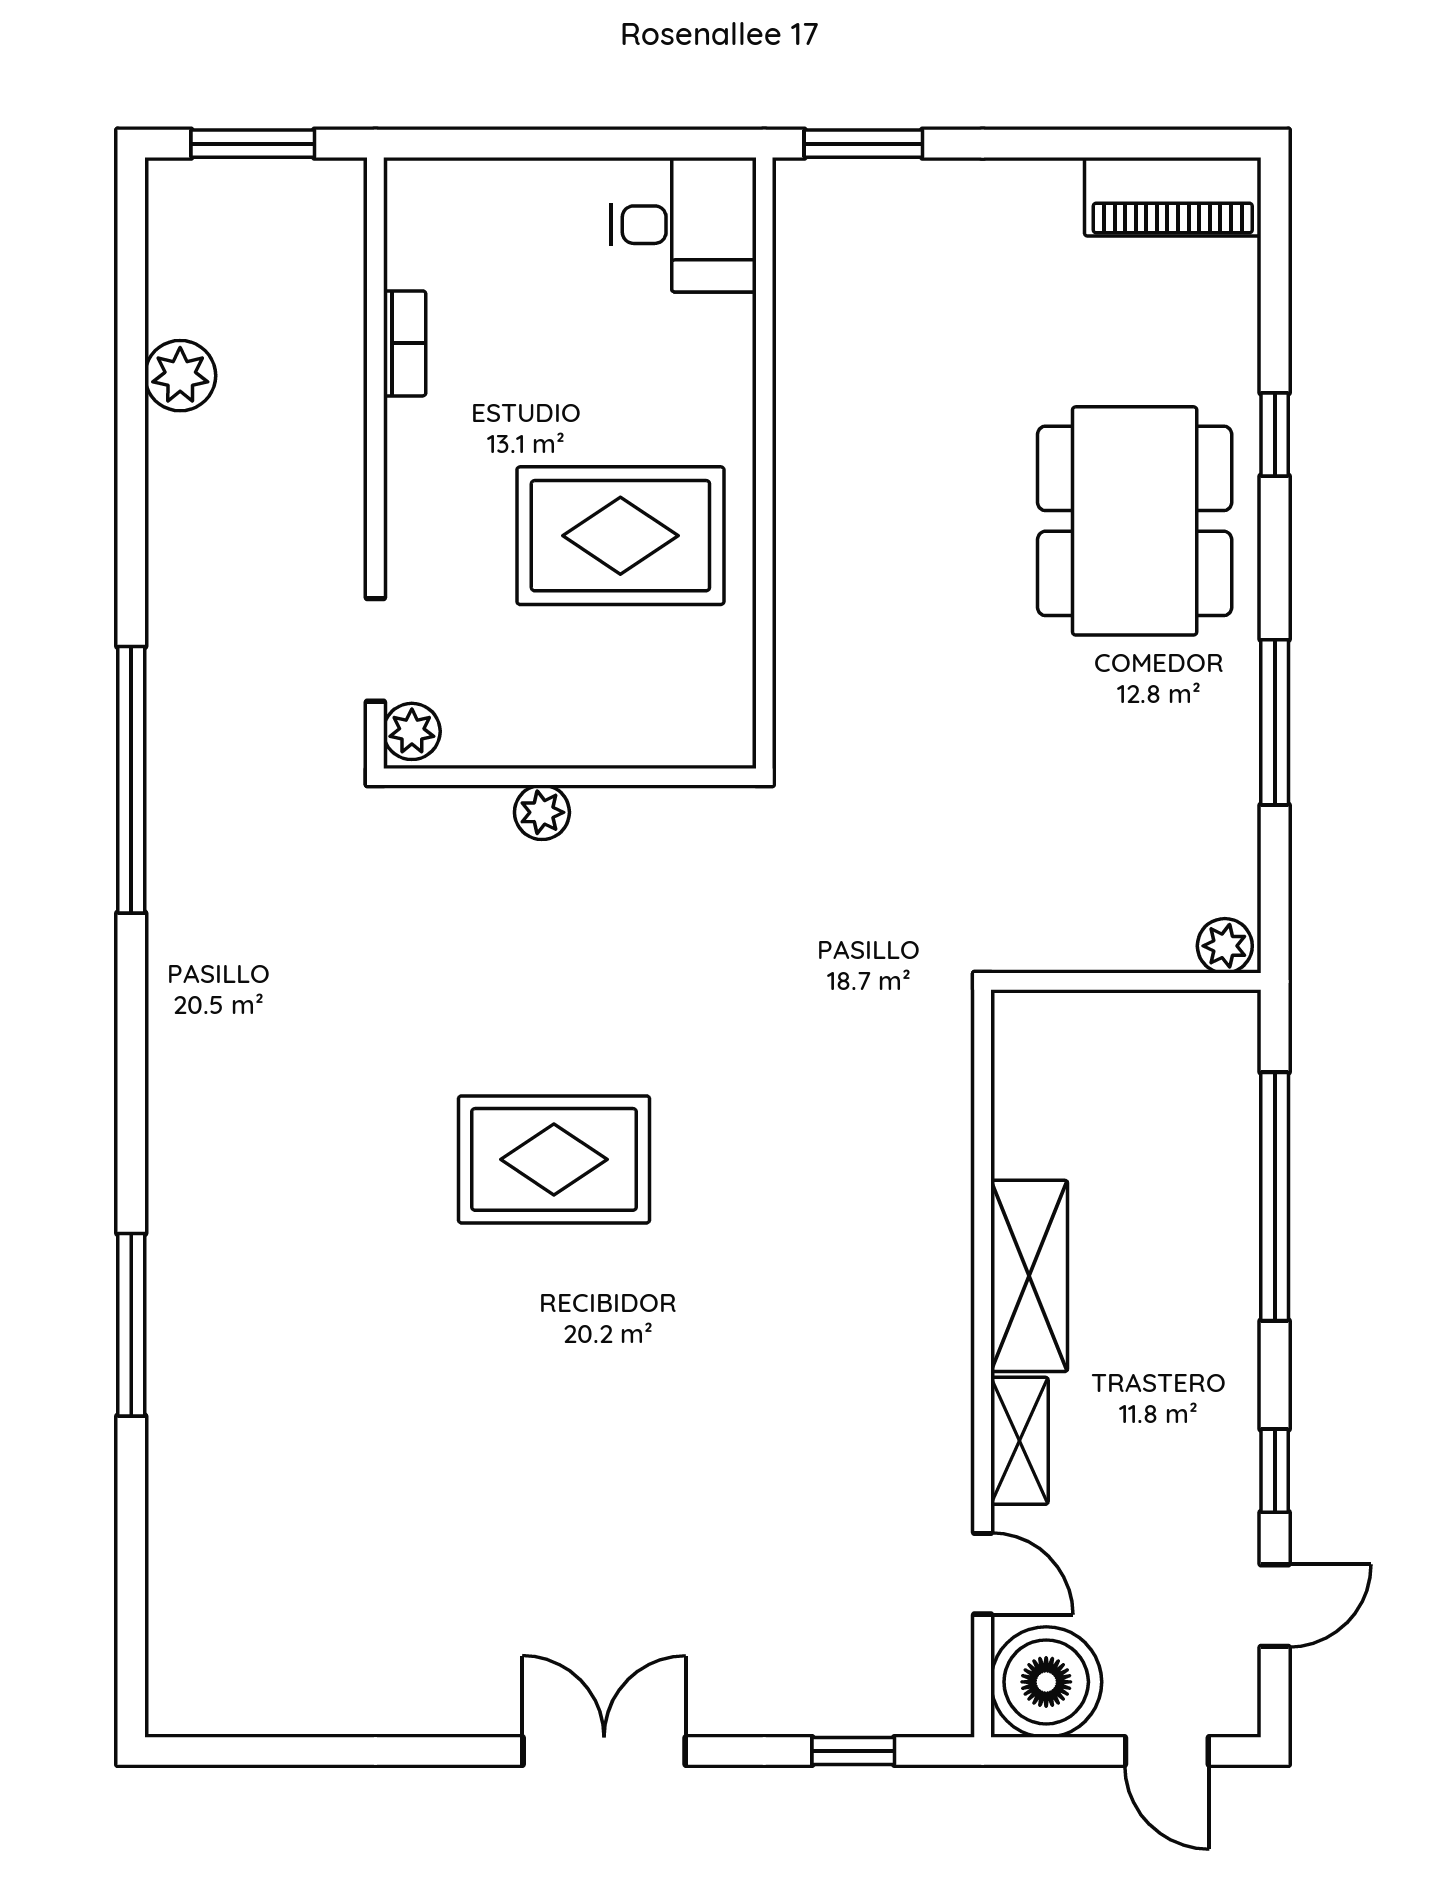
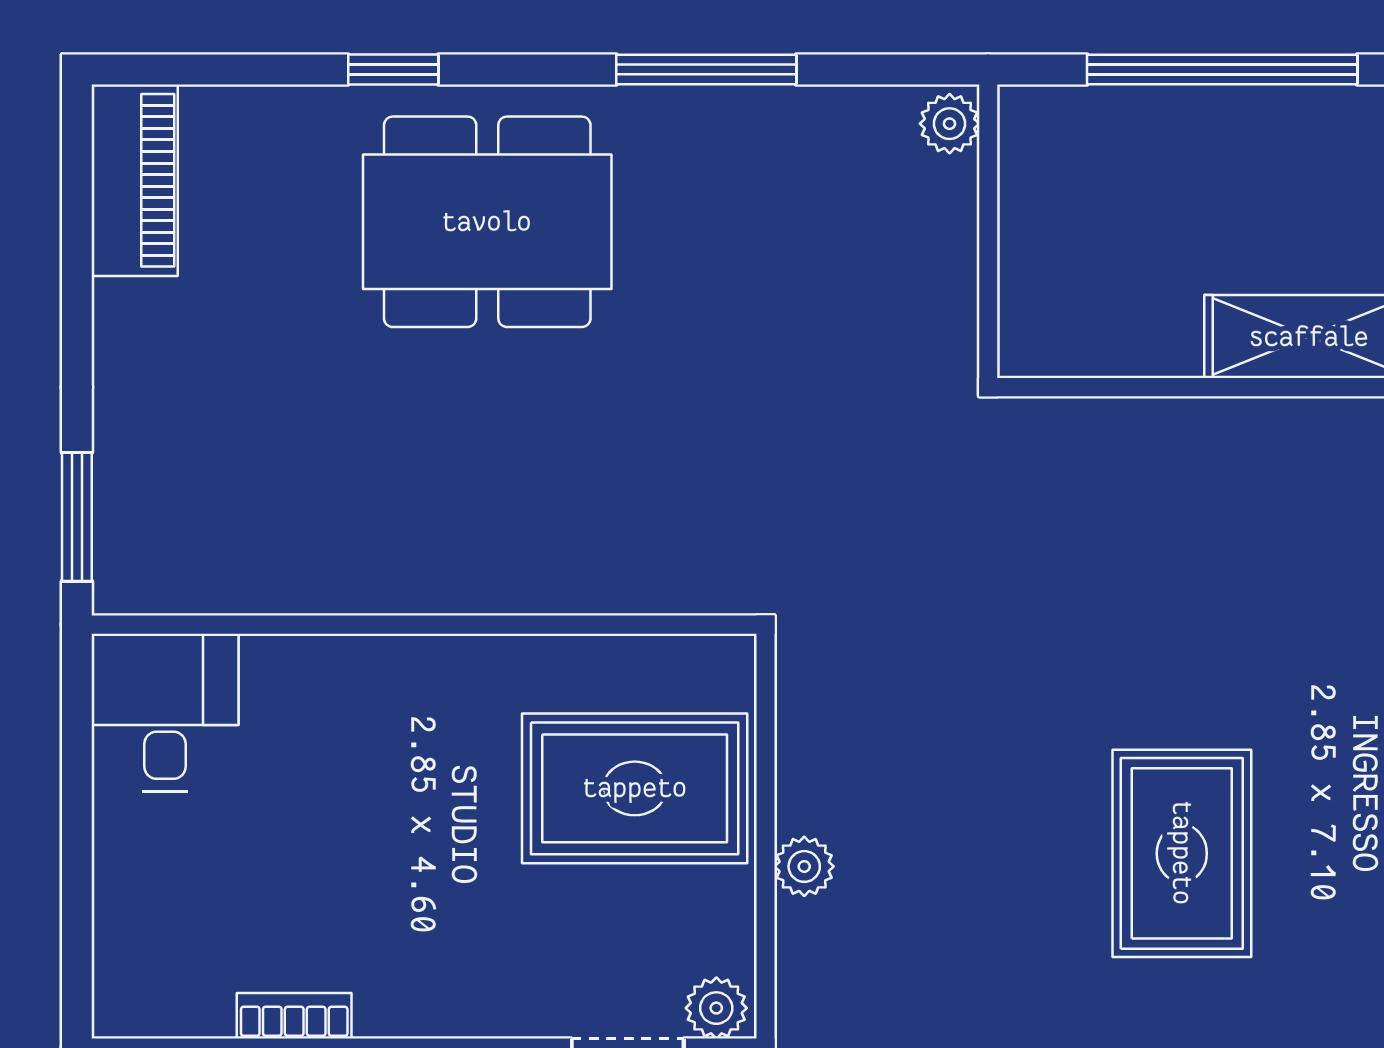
rug: (620, 536) -> (635, 788), moved, turned 90

